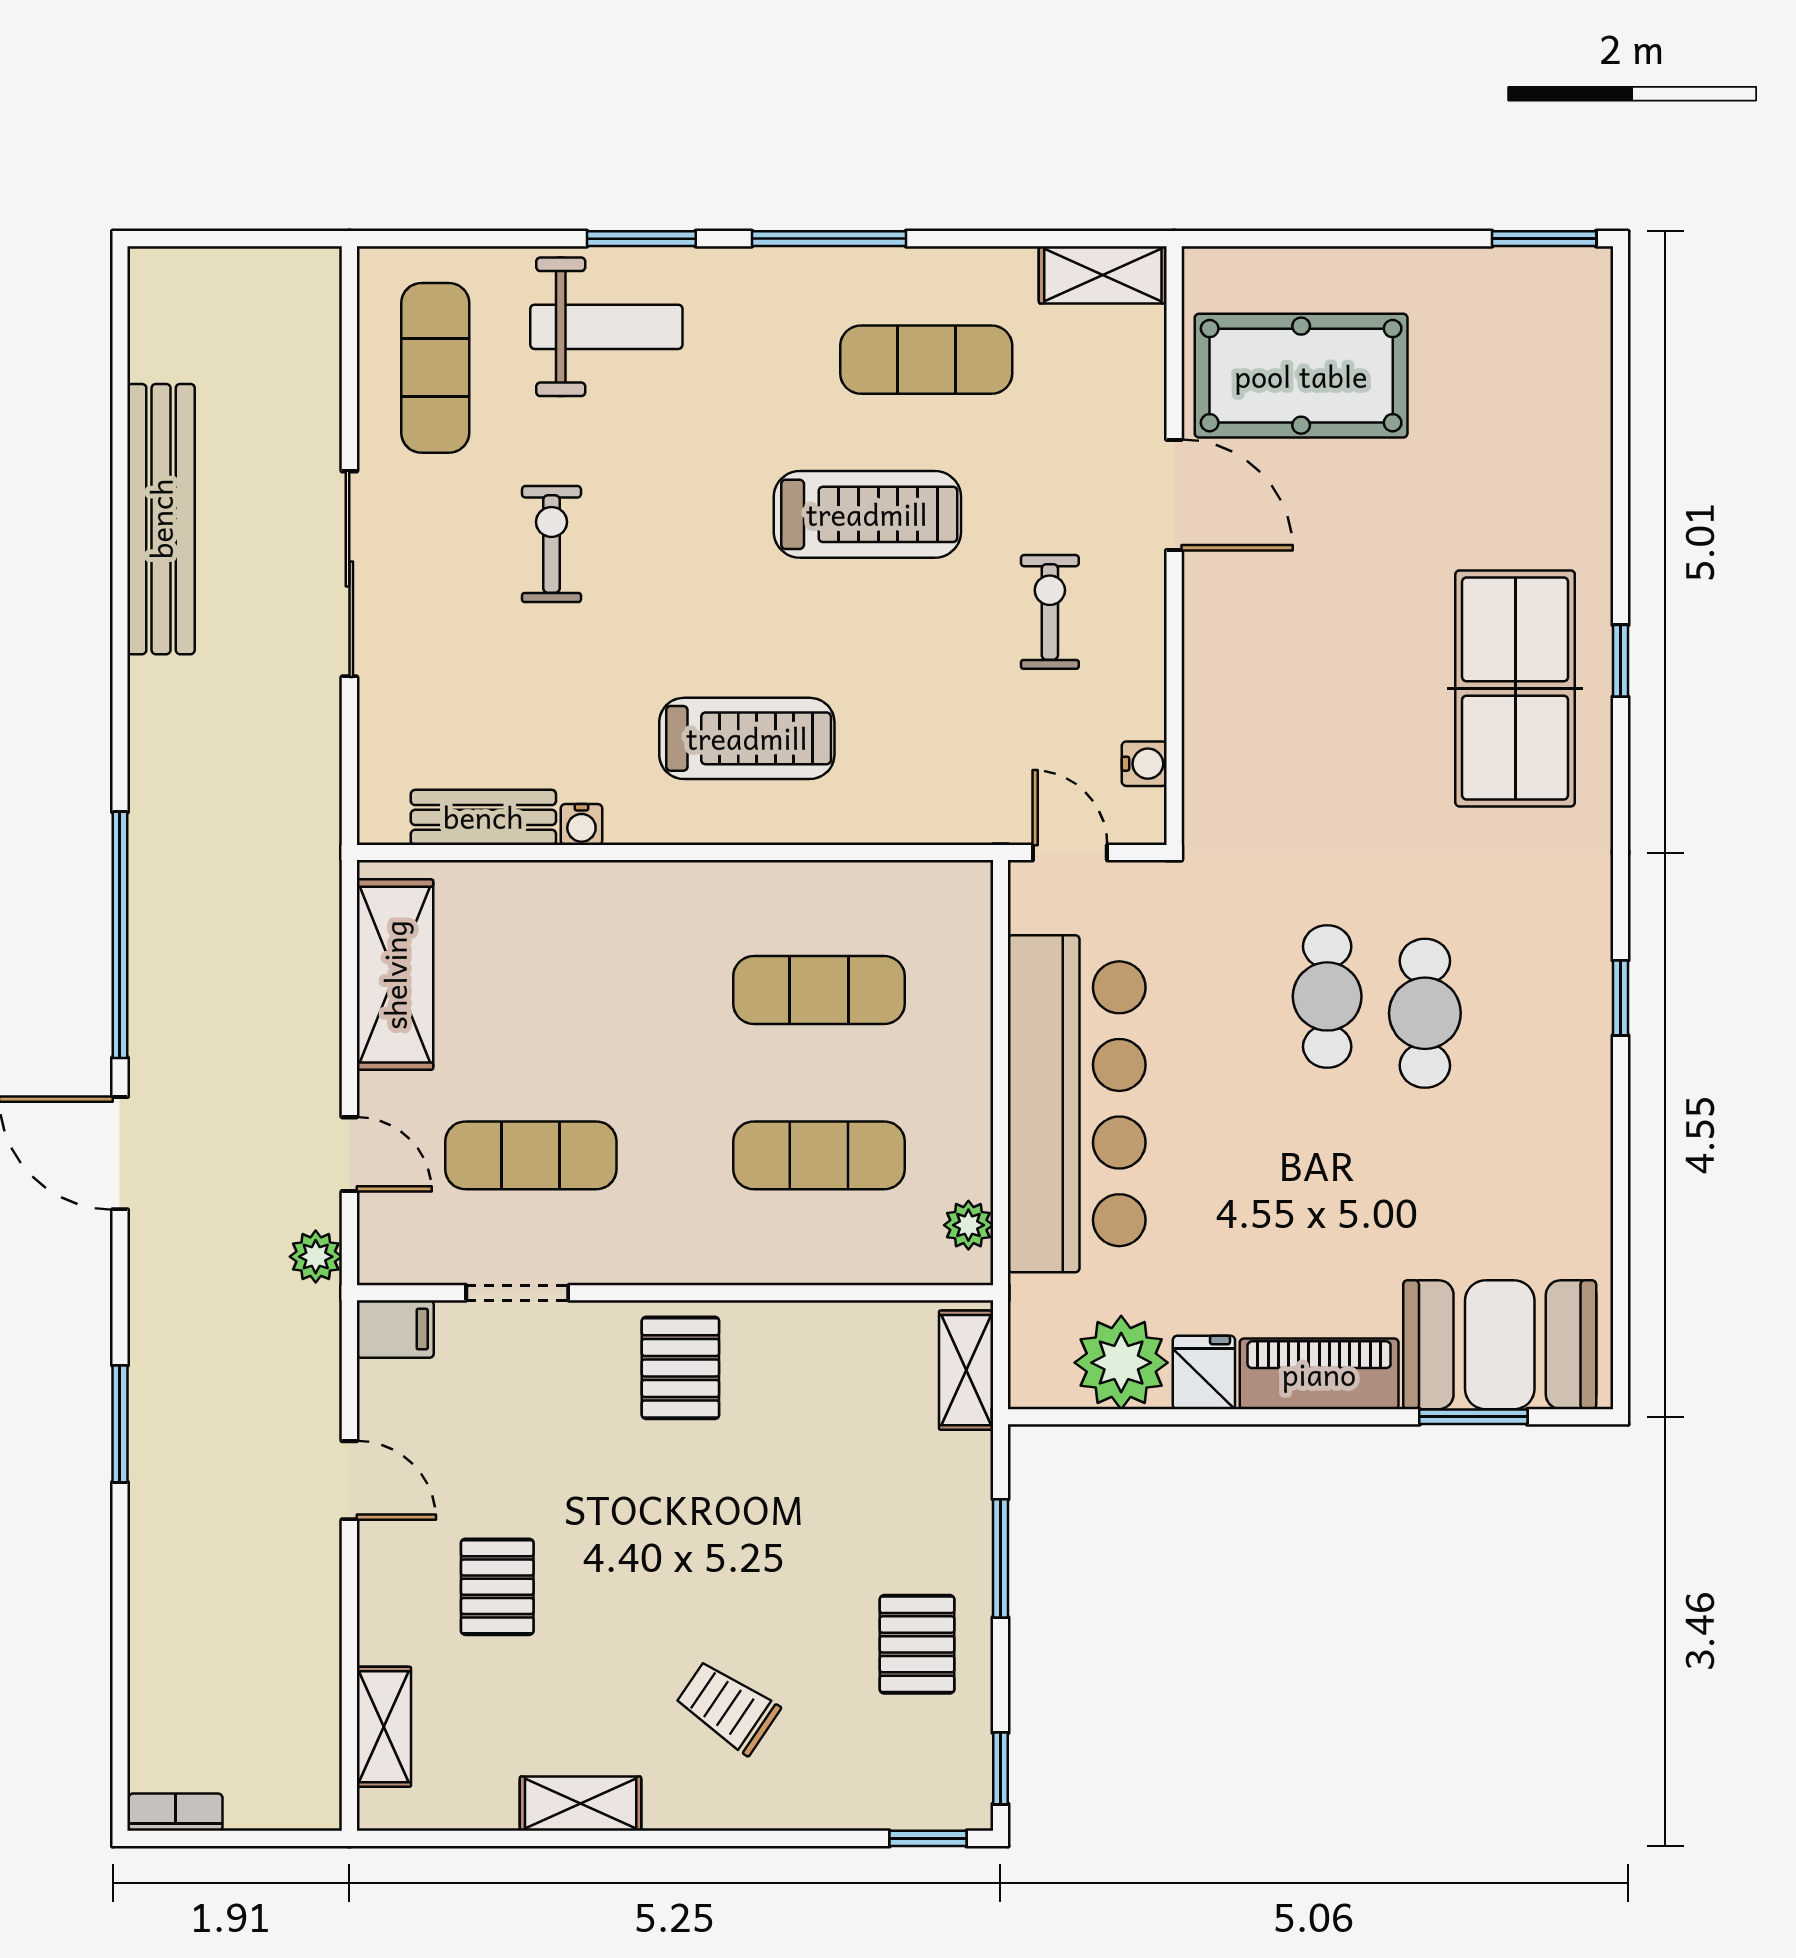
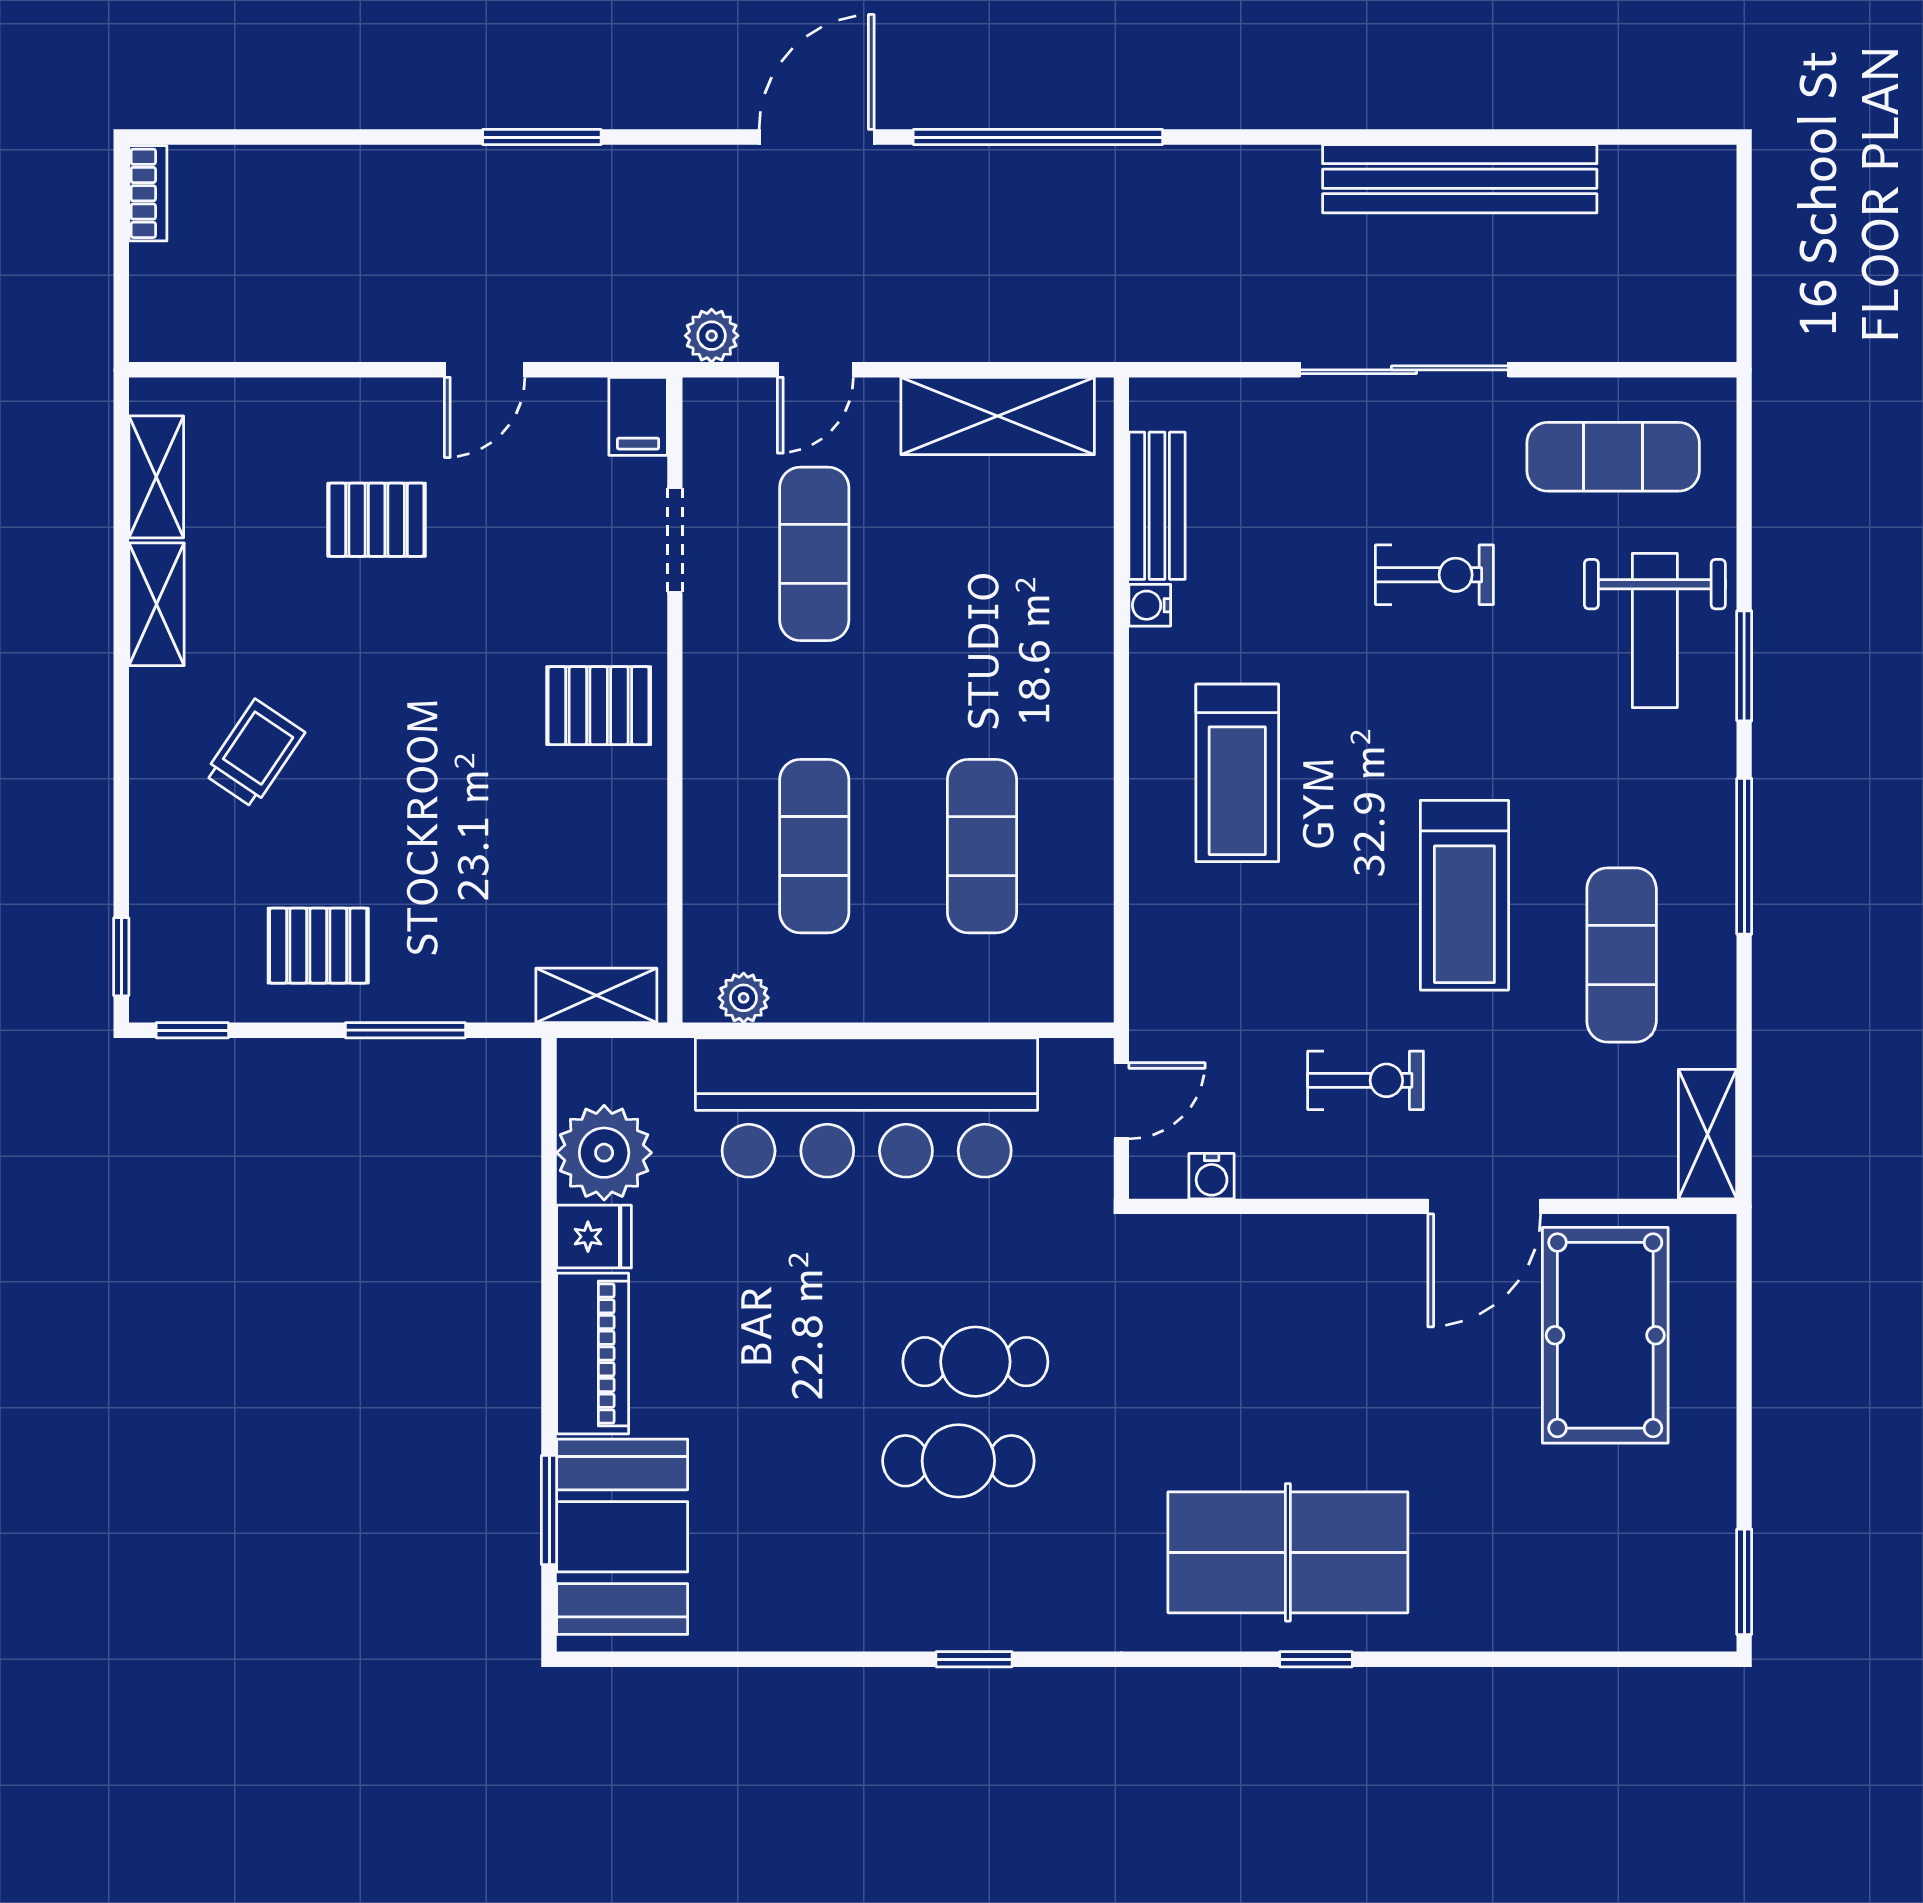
shelving: (384, 1727) -> (156, 477), moved, turned 90

